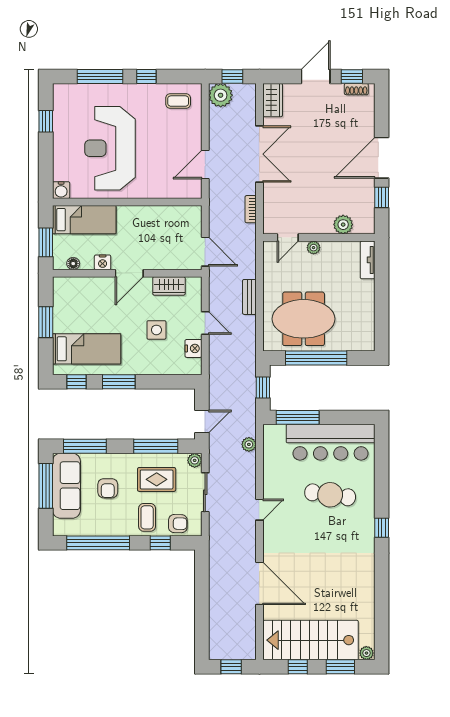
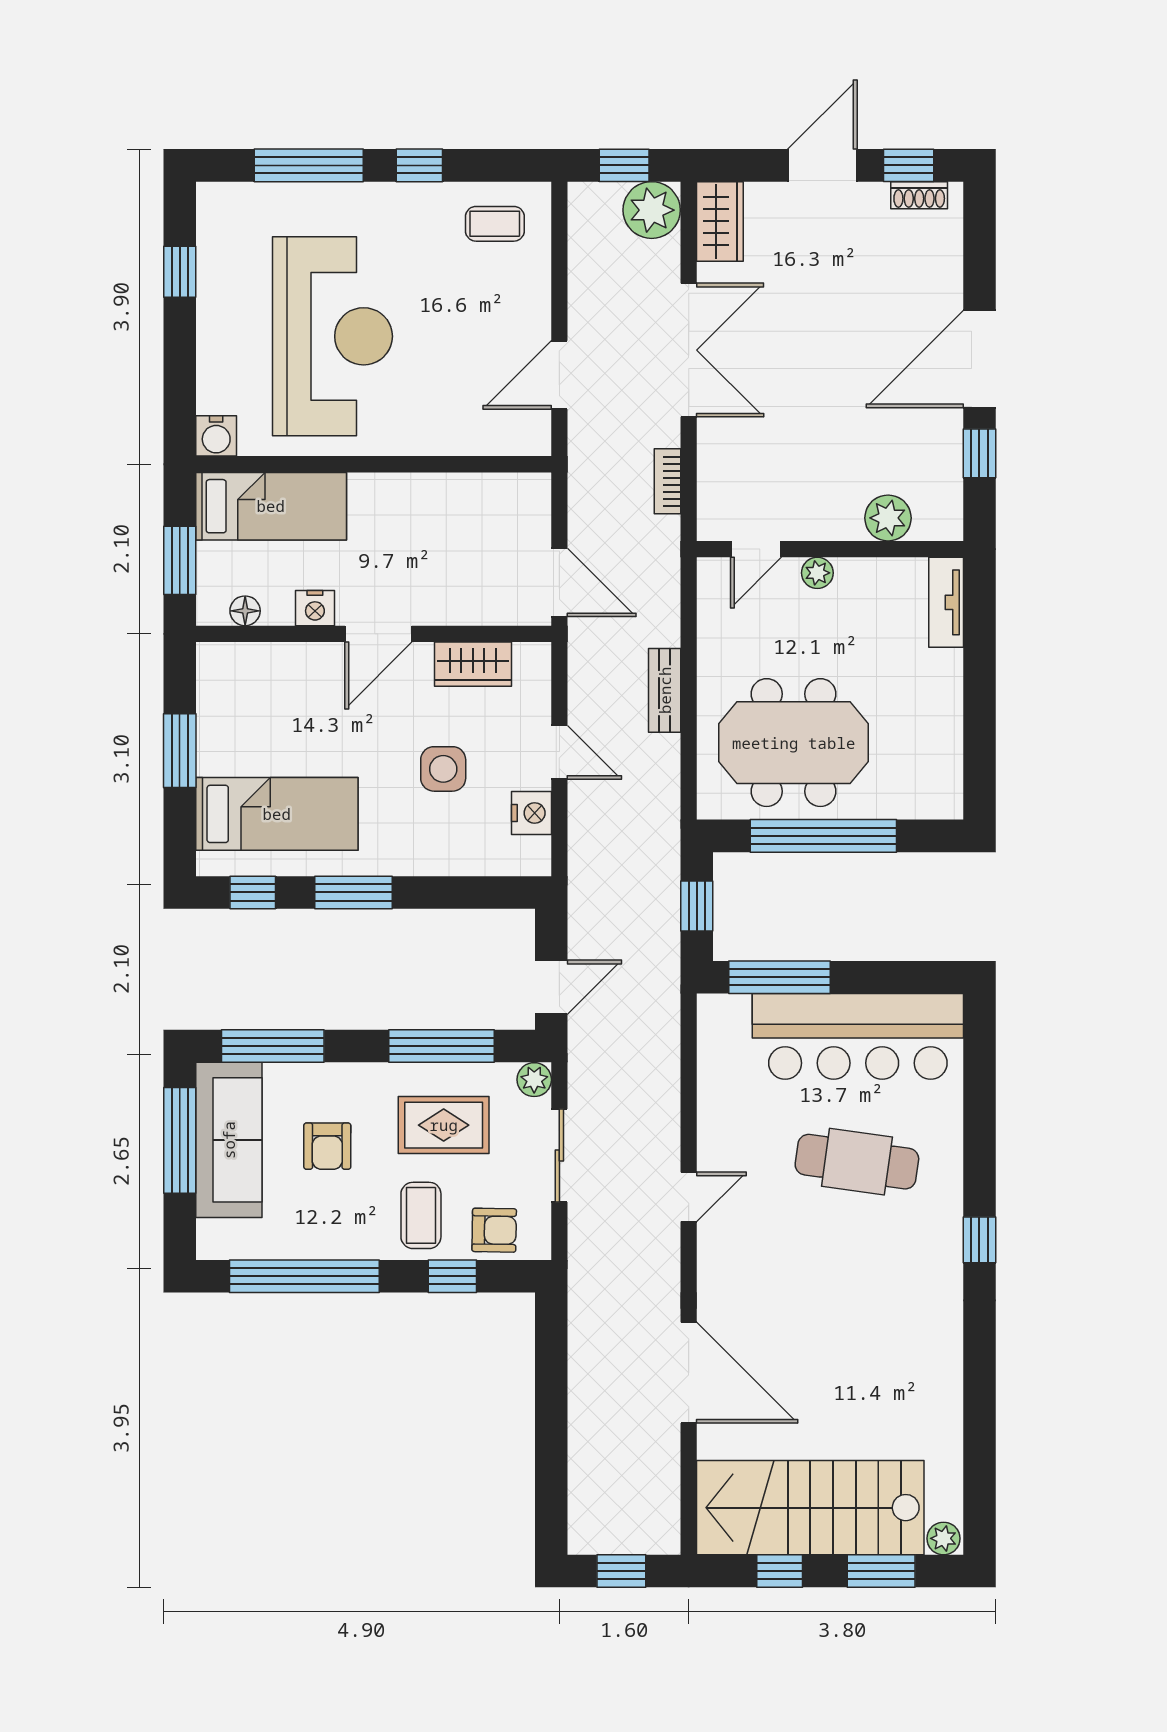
plant: (221, 95) -> (652, 210), moved
reception desk: (110, 148) -> (332, 336), turned 180
plant: (249, 444) -> (663, 1042), removed

